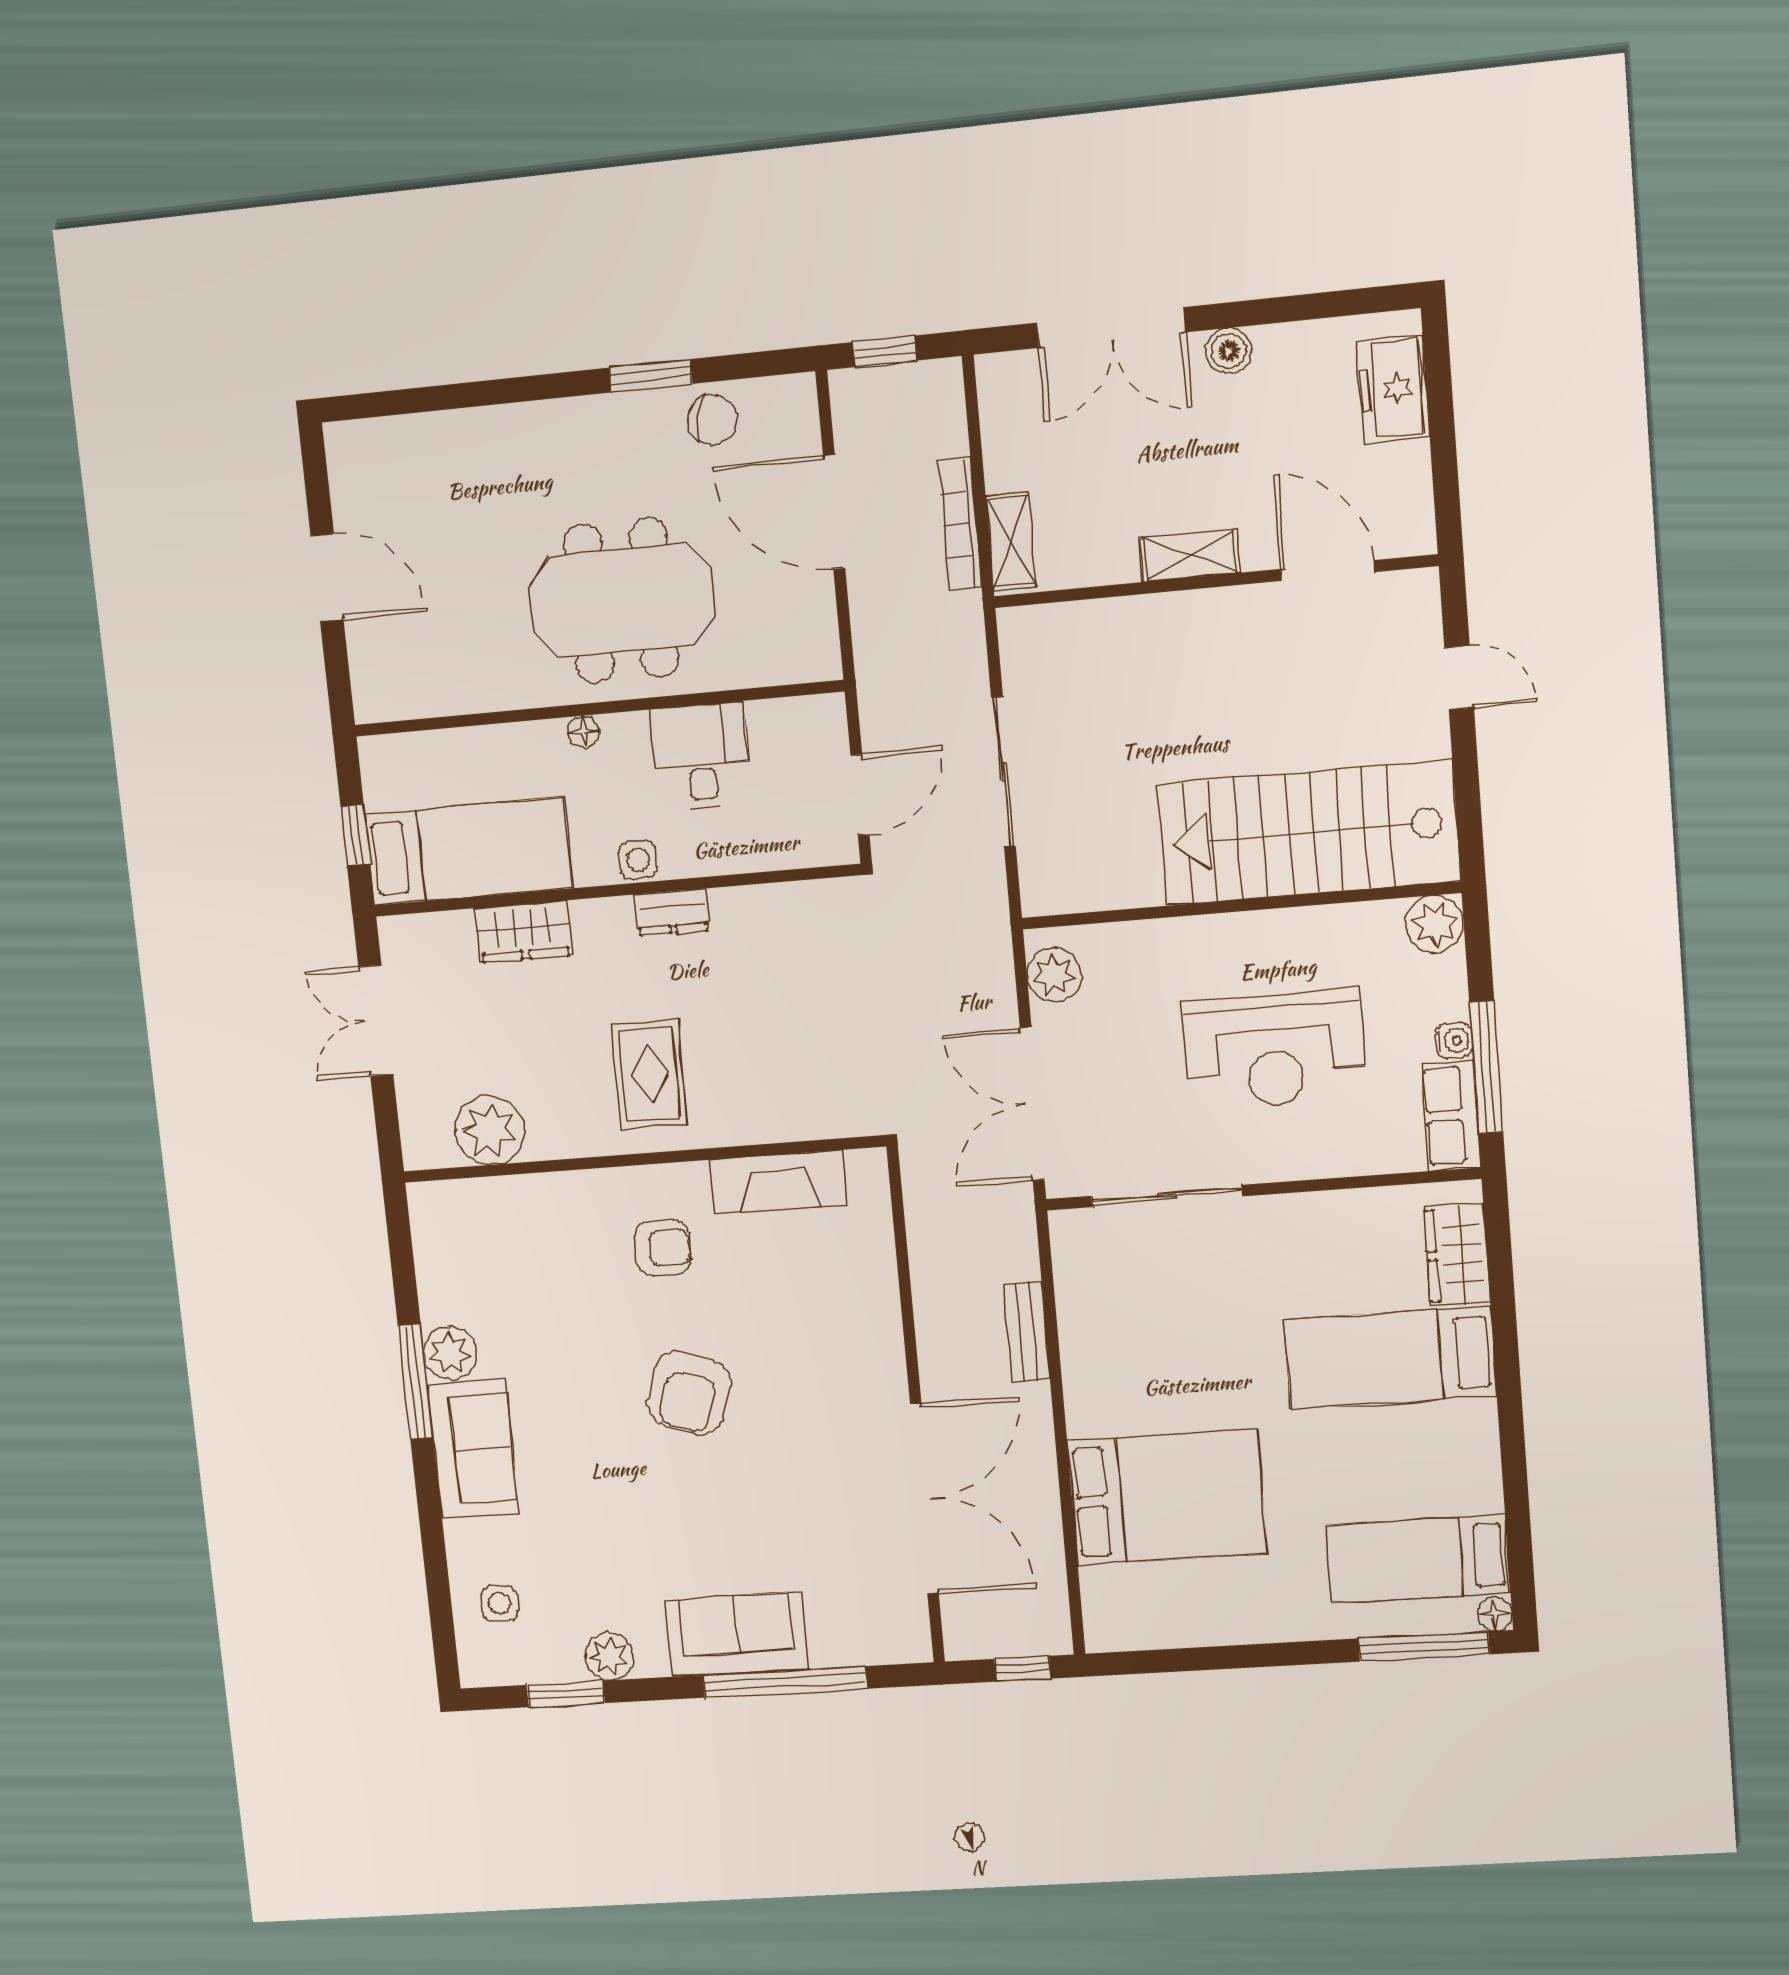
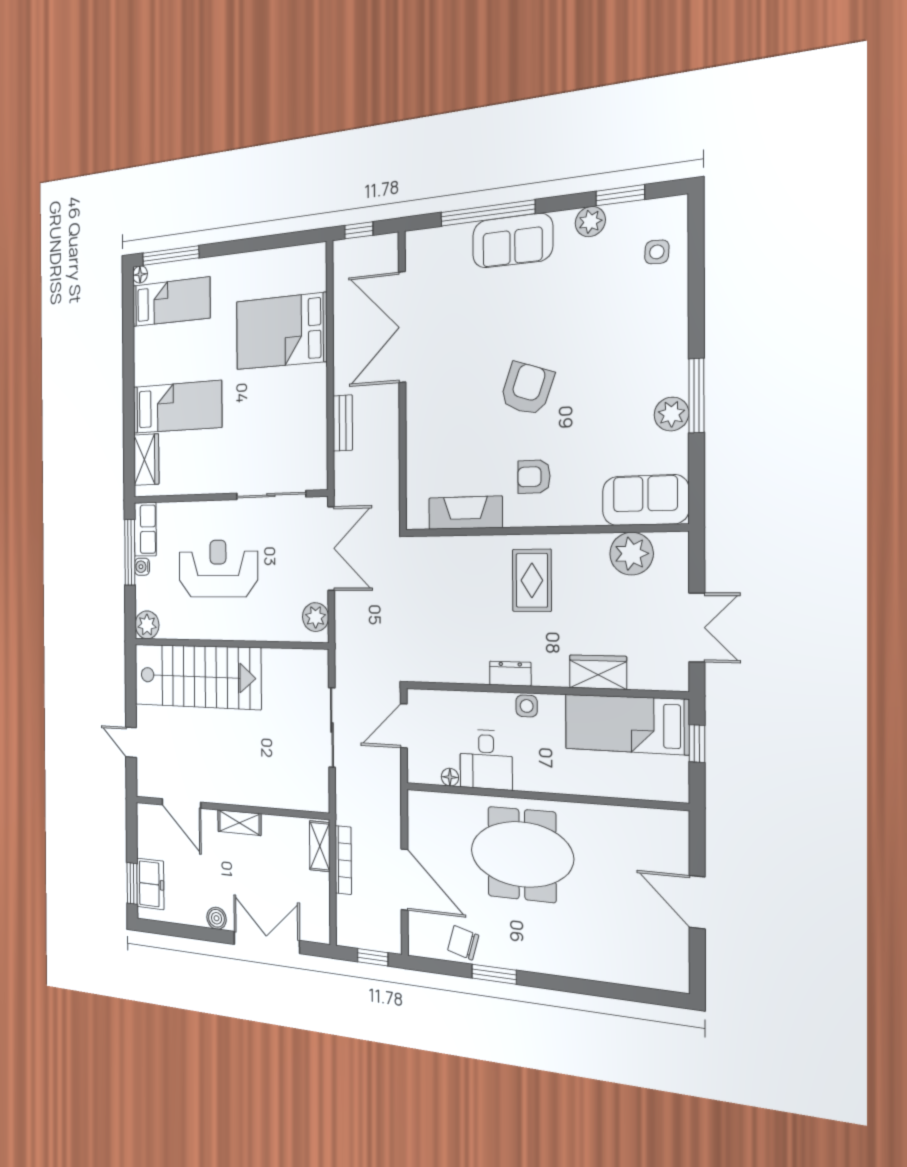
window: (1439, 380) -> (132, 883), added
floor lamp: (583, 732) -> (450, 777), moved
sofa: (473, 1449) -> (645, 500), moved, turned 90

